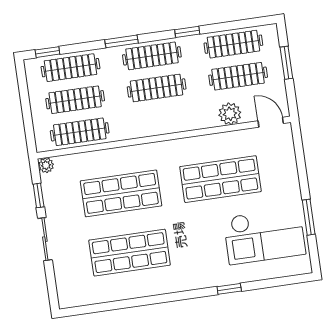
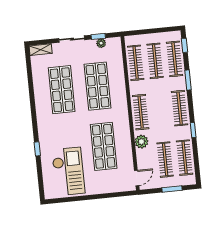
window: (122, 41) -> (188, 80), moved
clothes rail: (157, 88) -> (141, 112), moved
plant: (230, 114) -> (141, 142), moved
plant: (46, 165) -> (101, 43), moved
window: (309, 217) -> (78, 198), removed
checkout: (264, 236) -> (68, 171), turned 180
shelving: (64, 290) -> (41, 50), added

